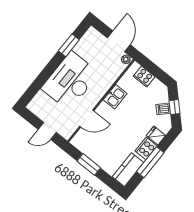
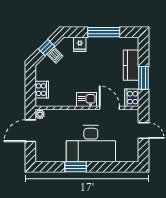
window: (69, 45) -> (76, 167), moved
kitchen sink: (115, 97) -> (87, 99), moved
cooker: (146, 148) -> (132, 98), moved, turned 90
kitchen counter: (128, 170) -> (131, 65), moved, turned 90

